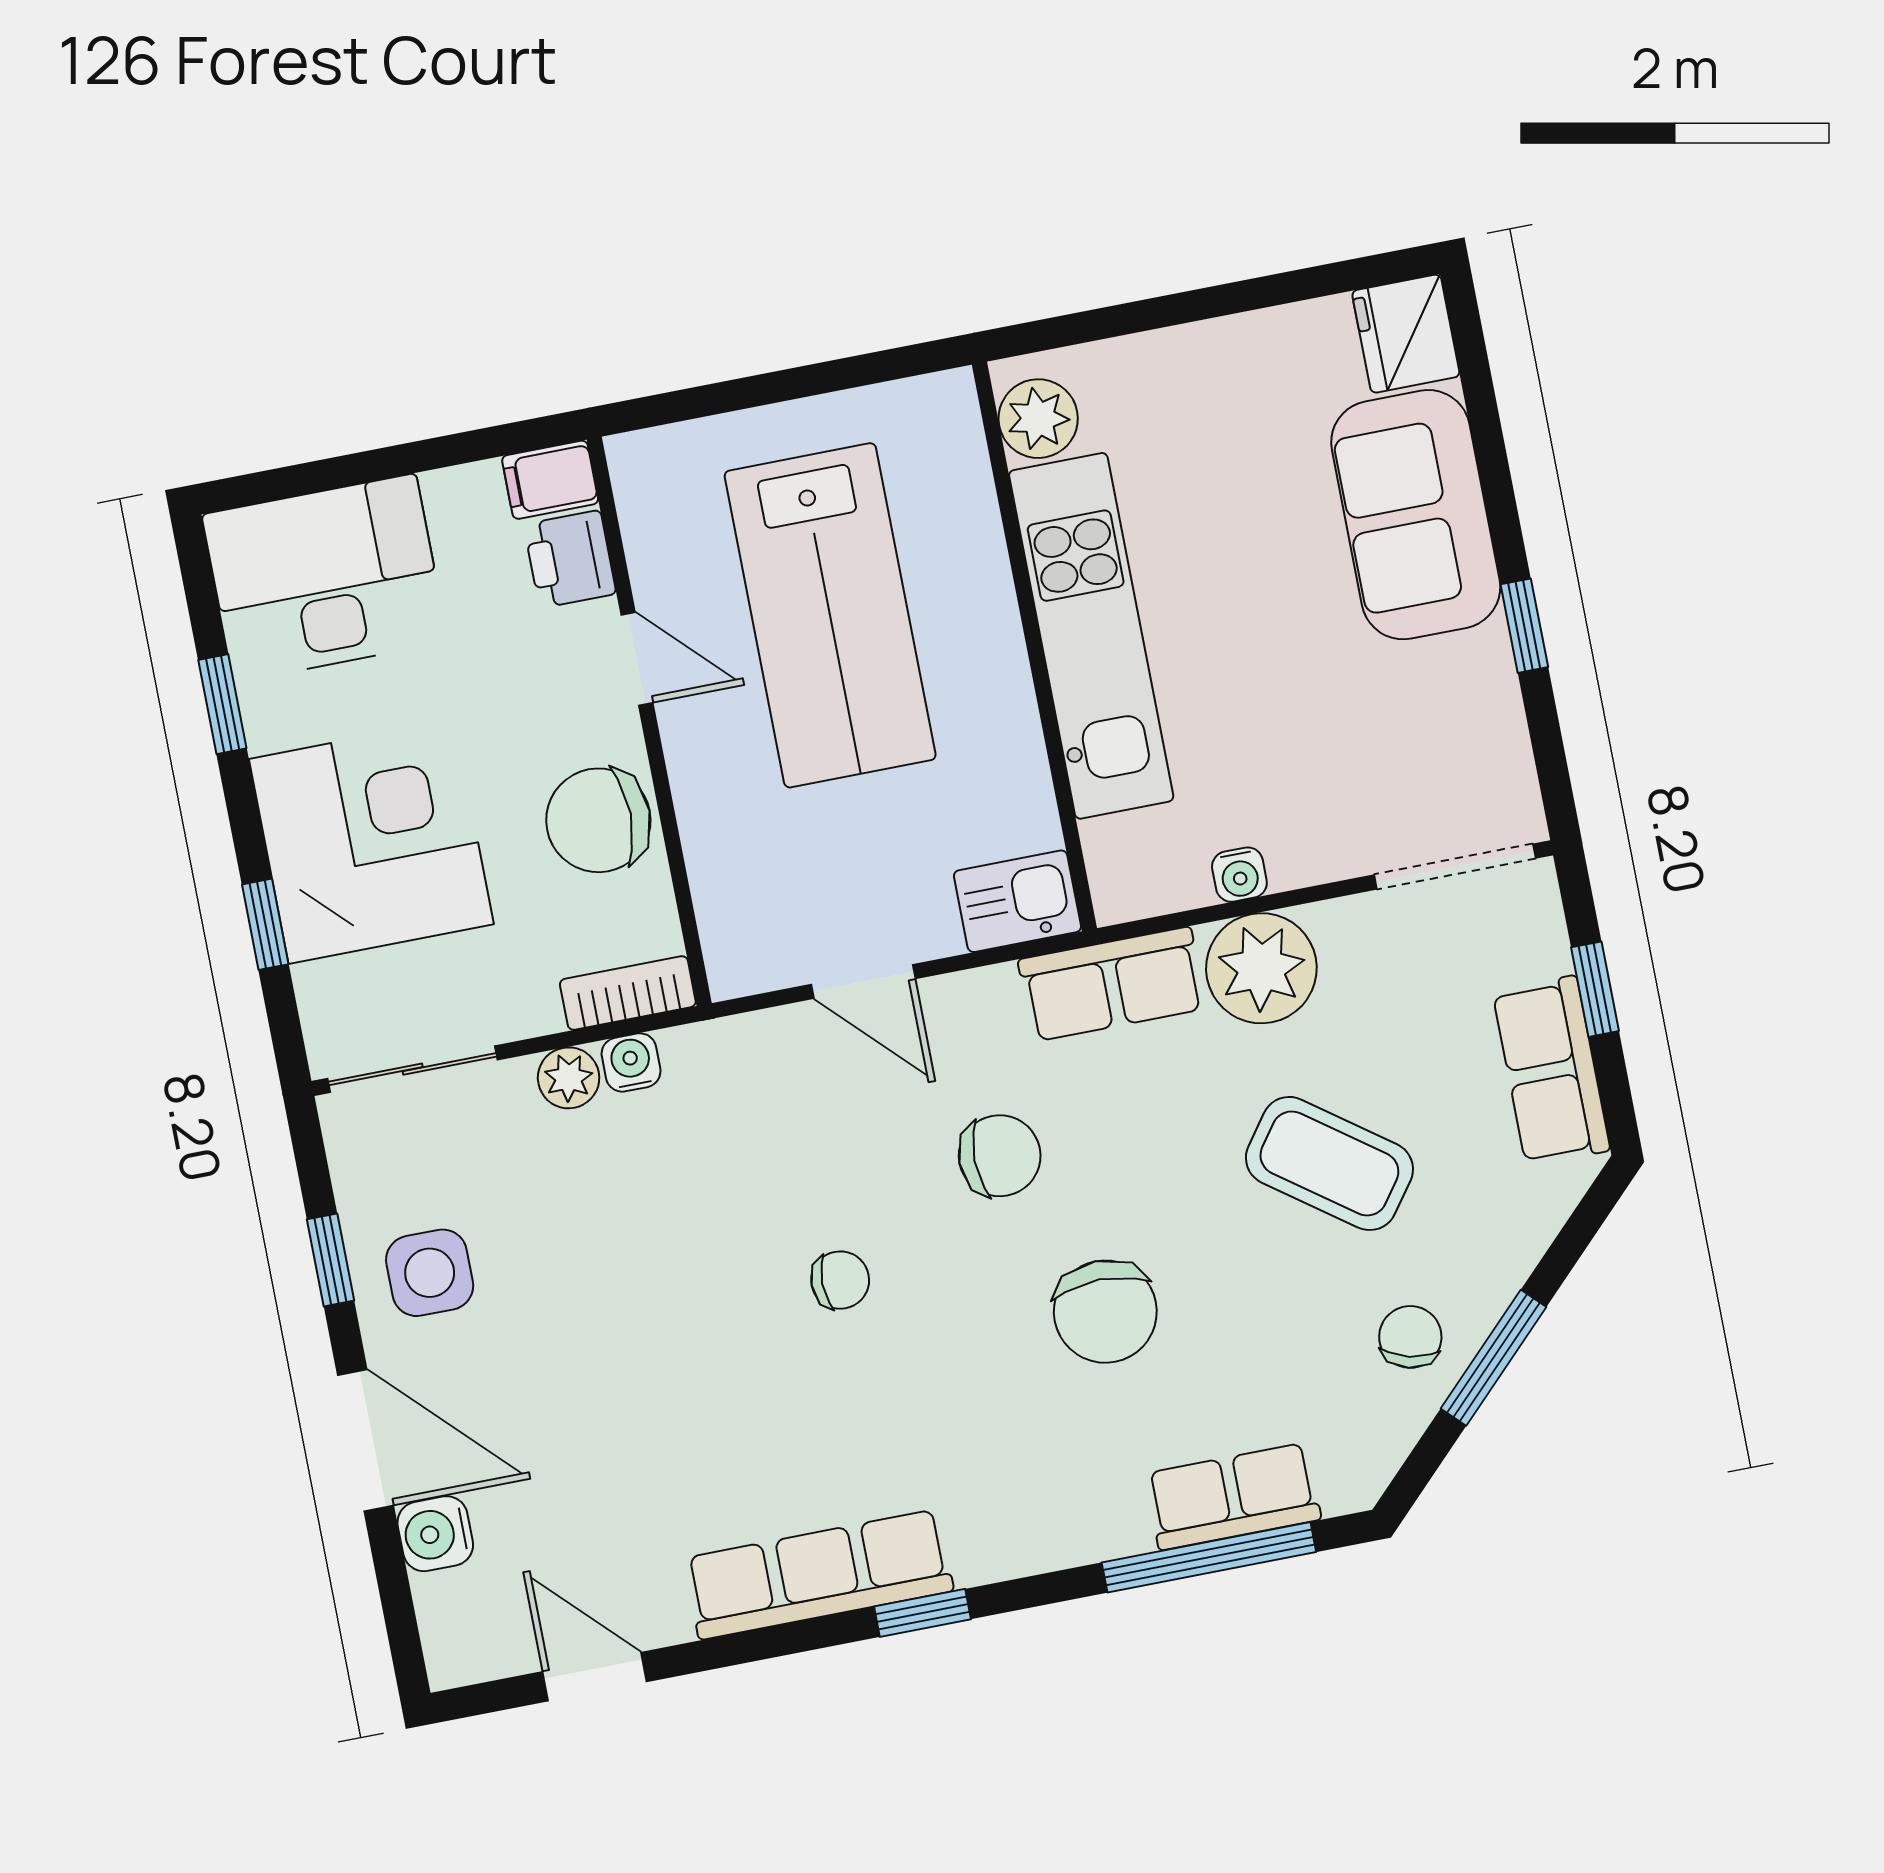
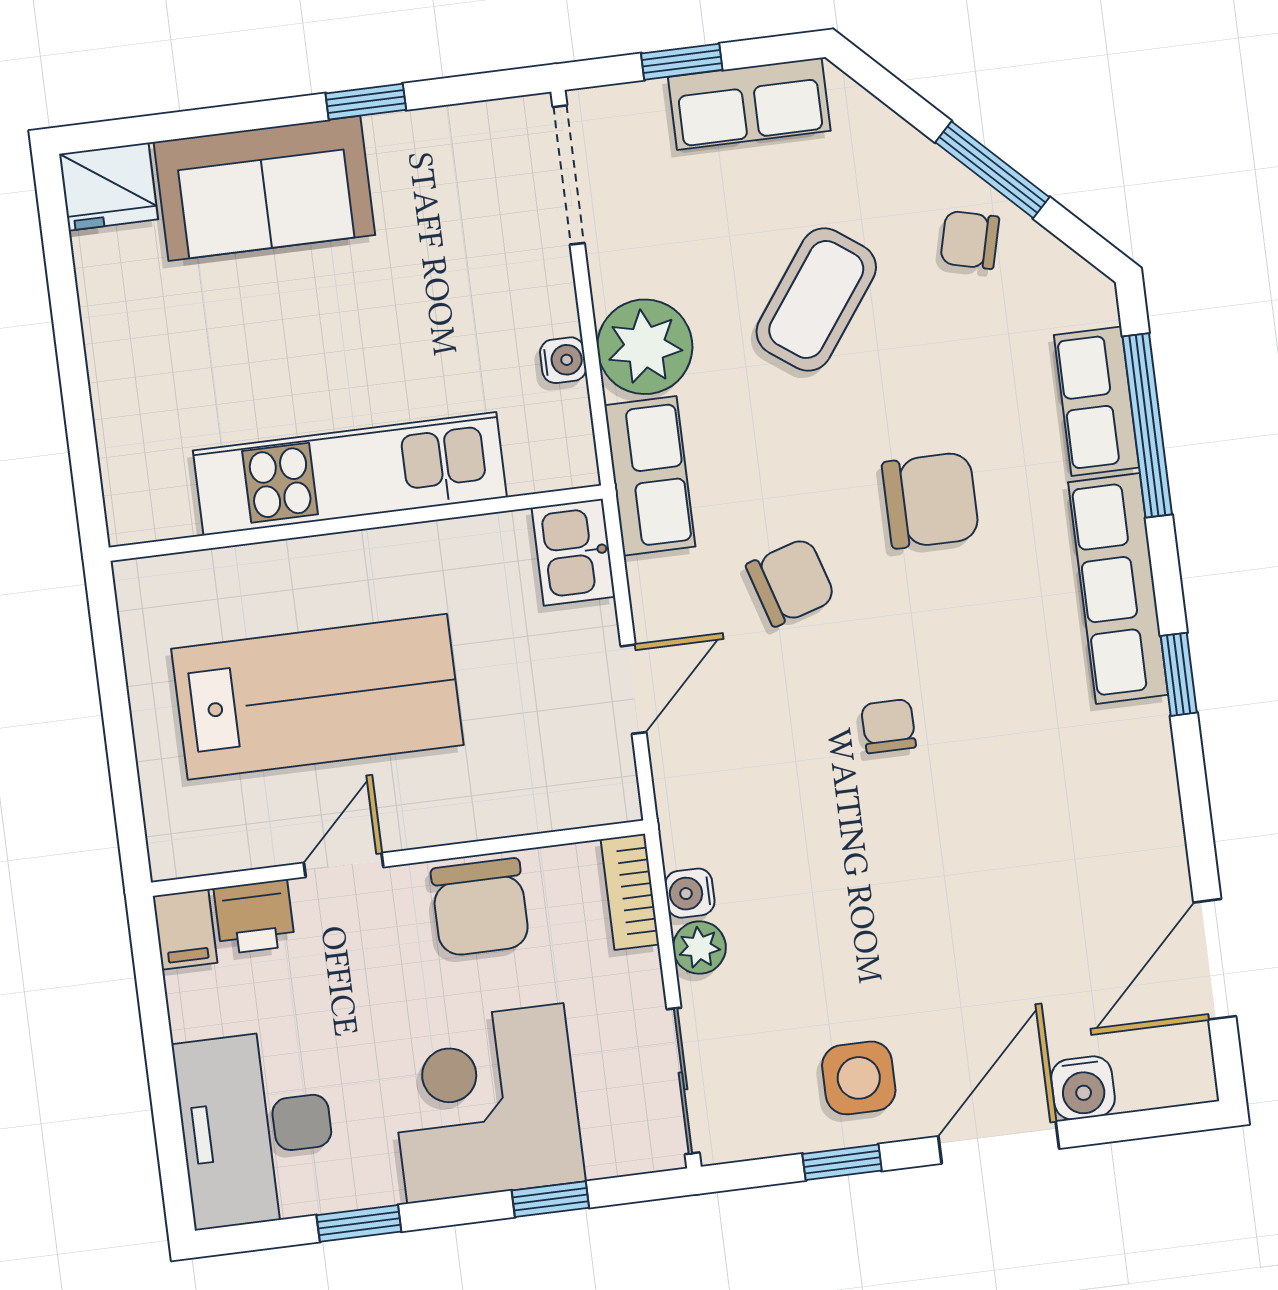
plant: (1038, 419) -> (160, 507), removed
chair: (1000, 1156) -> (791, 582), turned 73
row of seats: (819, 1575) -> (1118, 588), moved
door: (595, 1677) -> (1215, 959), width x1.38

